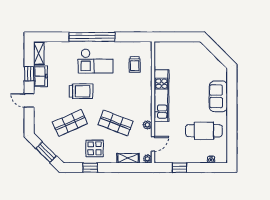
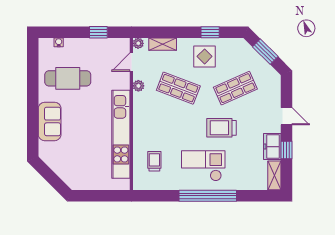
kitchen unit: (161, 96) -> (121, 134), width x1.36

